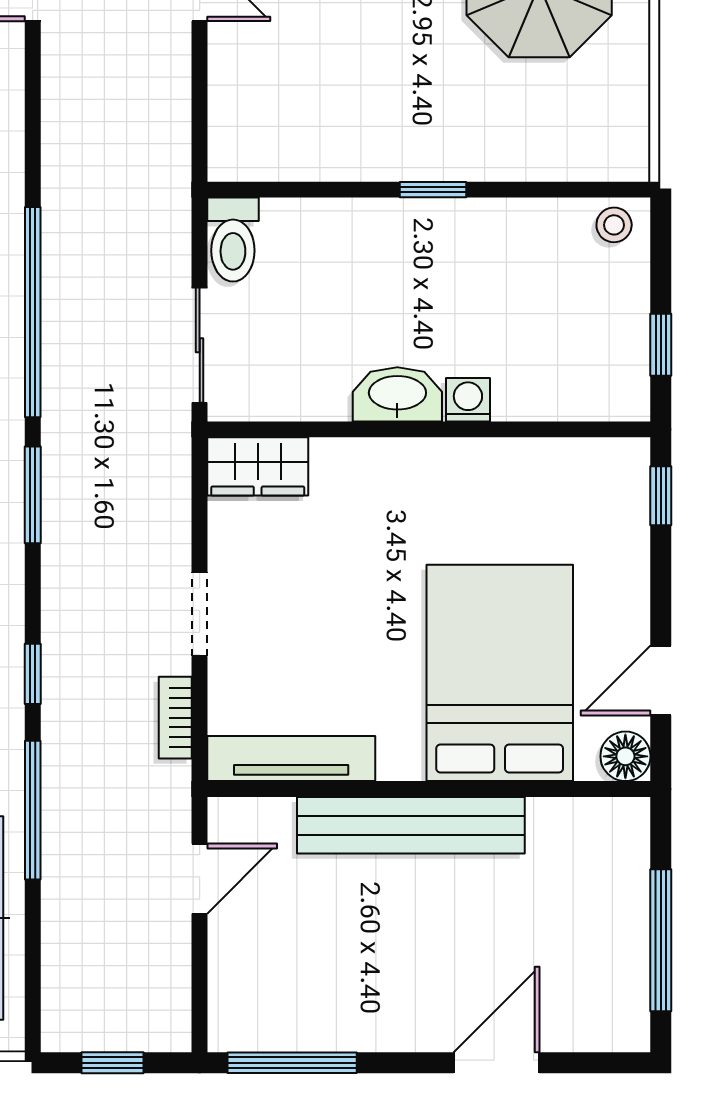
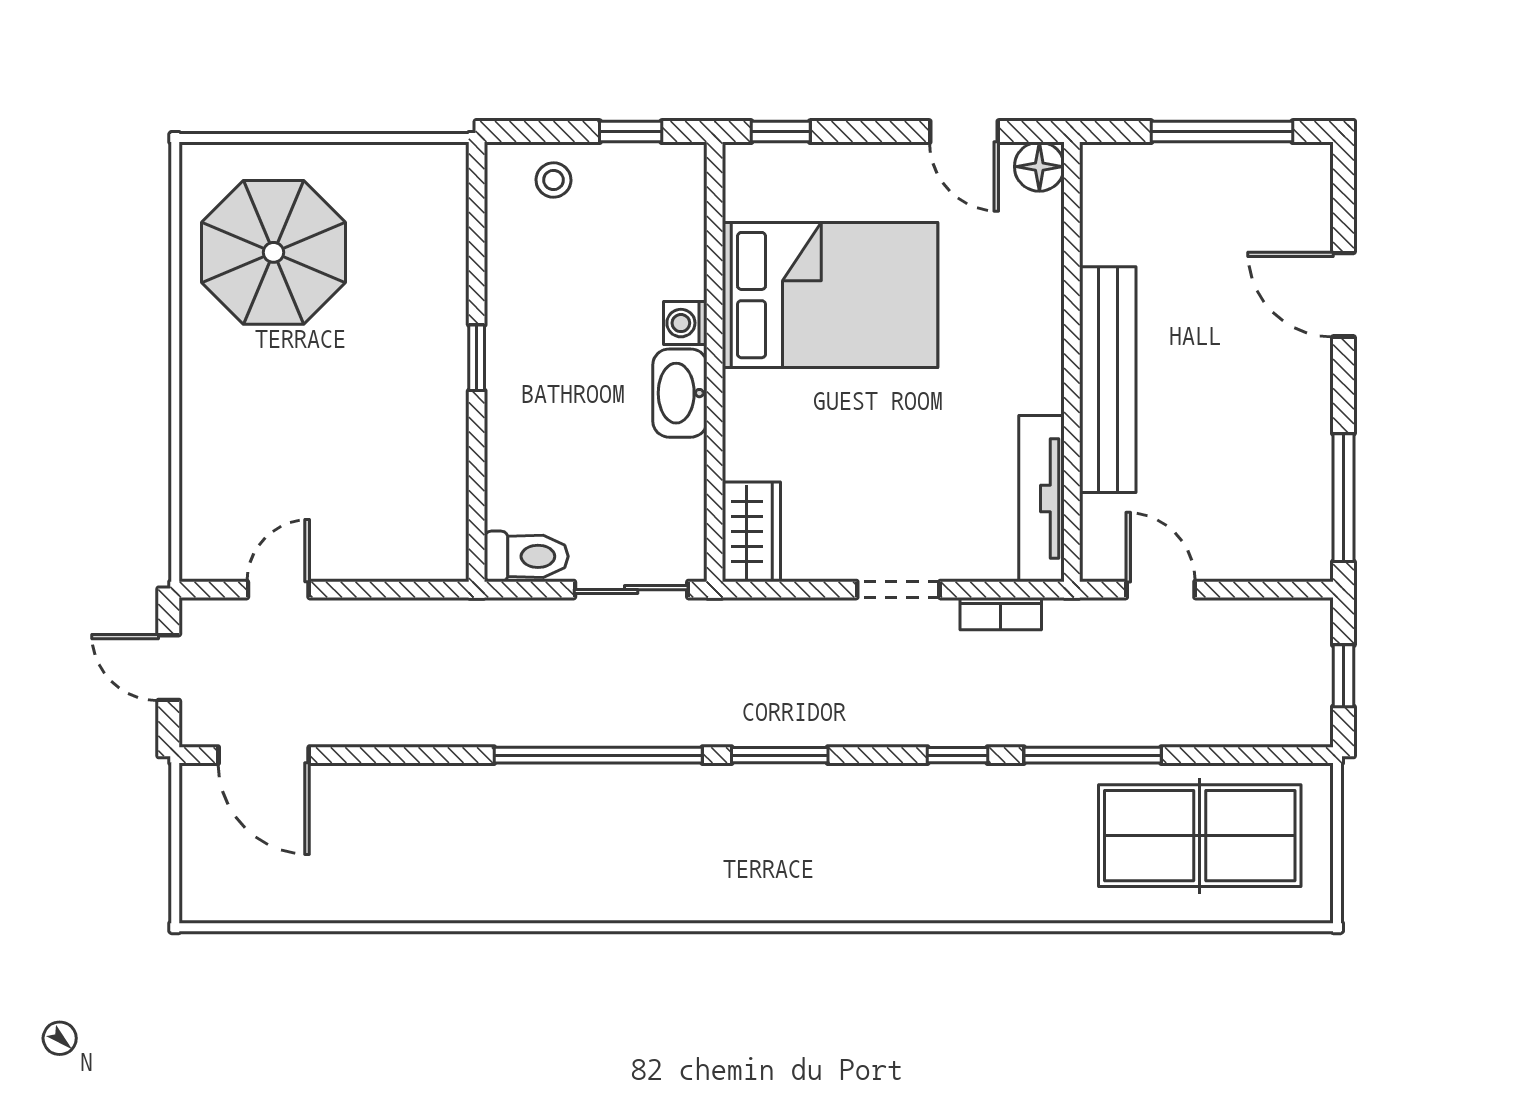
stool: (614, 225) -> (553, 180), moved
bed: (500, 673) -> (830, 295), moved, turned 180

